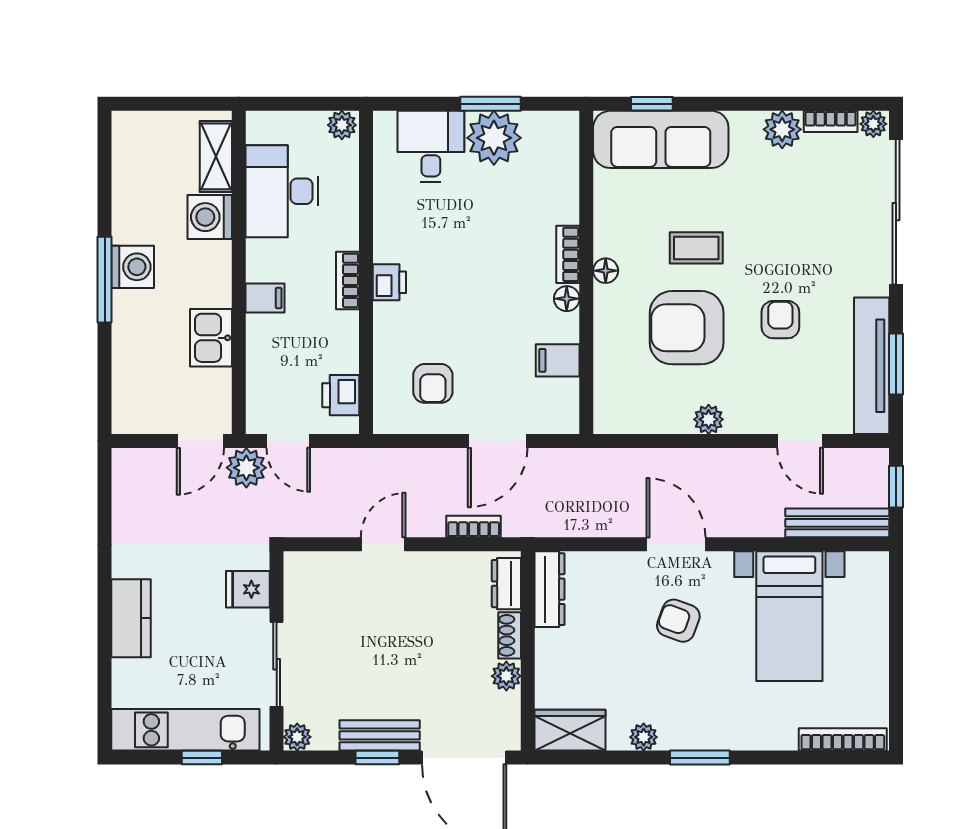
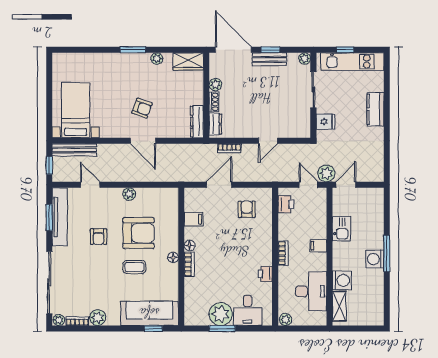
printer: (389, 282) -> (265, 274), moved
bed with nightstands: (789, 616) -> (76, 110), moved
bookcase: (843, 739) -> (72, 57), removed

